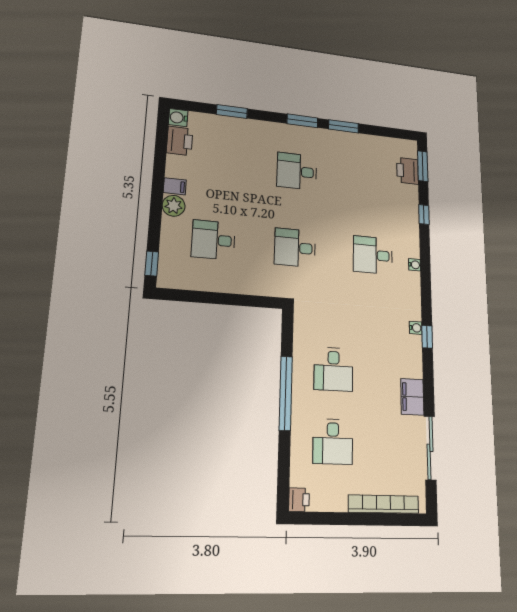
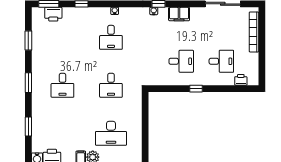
window: (343, 126) -> (28, 40), moved
desk: (213, 240) -> (111, 133), width x1.37
window: (286, 393) -> (196, 89), width x0.32
filing cabinet: (412, 397) -> (179, 14), moved
printer: (299, 500) -> (241, 80), moved

